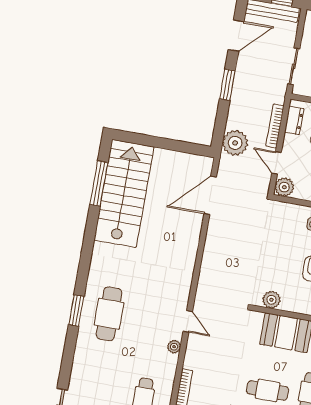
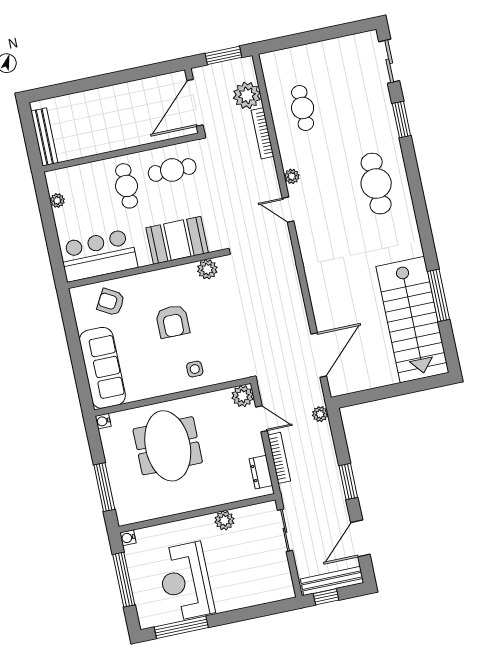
plant: (235, 143) -> (320, 414), width x0.53, depth x0.53
window: (99, 183) -> (439, 295), moved
window: (76, 311) -> (401, 119), moved

